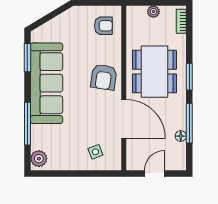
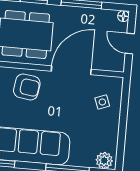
floor lamp: (181, 136) -> (123, 16), moved

